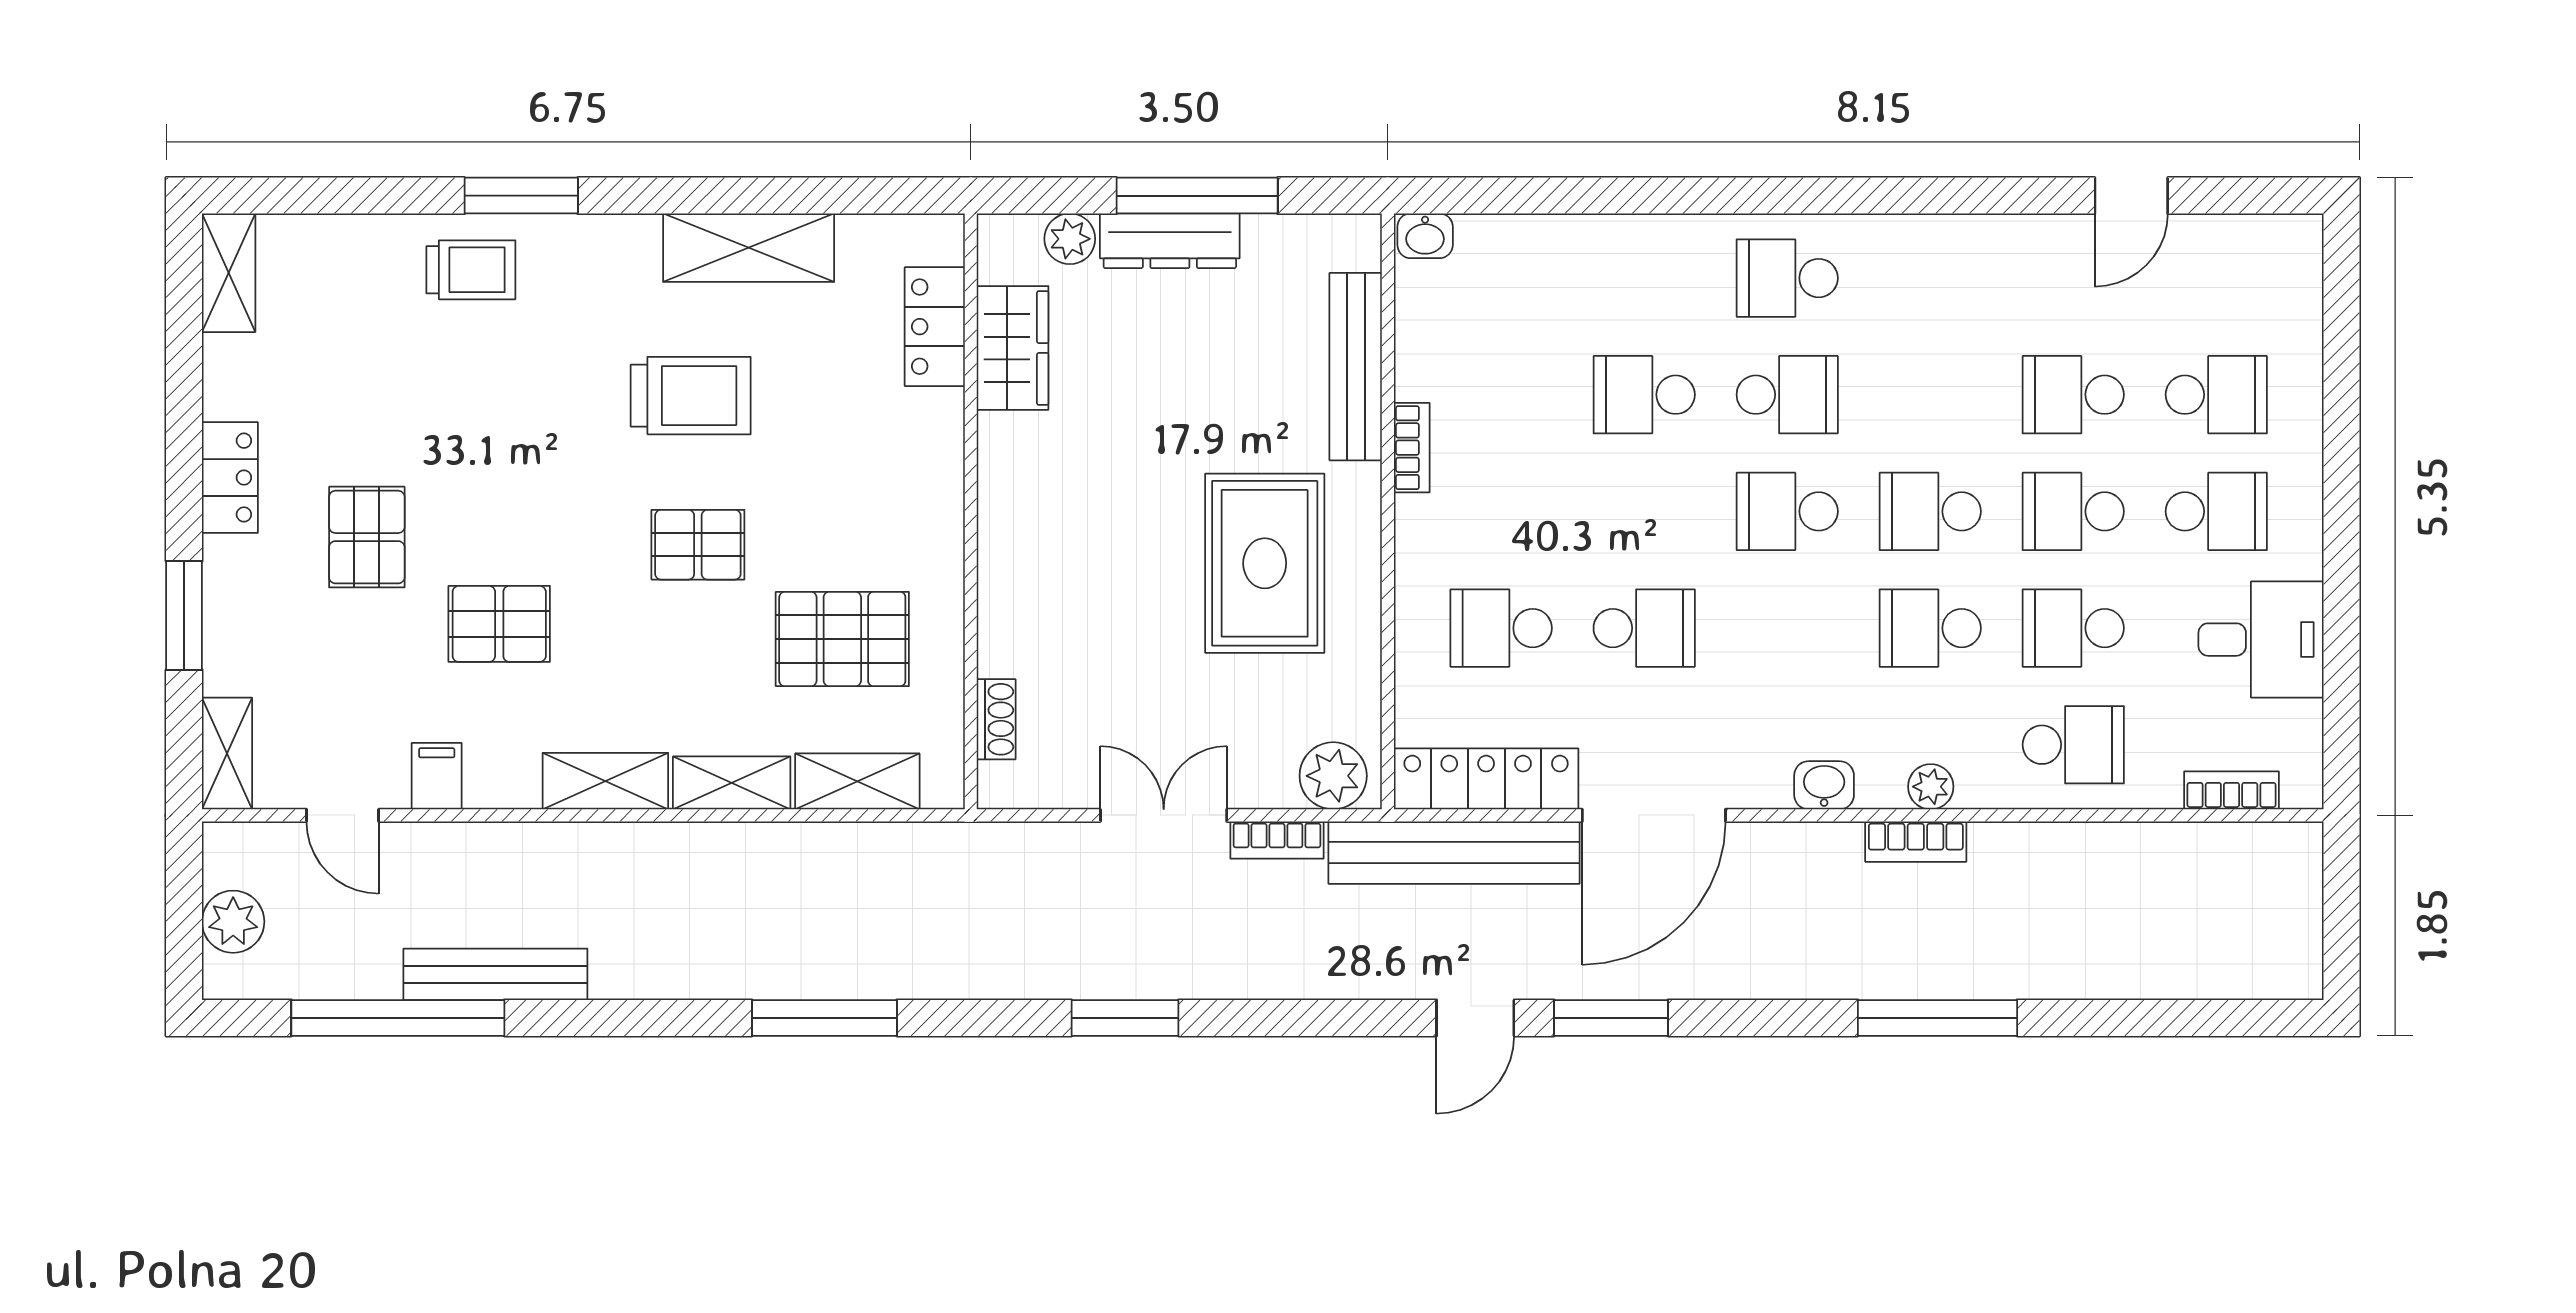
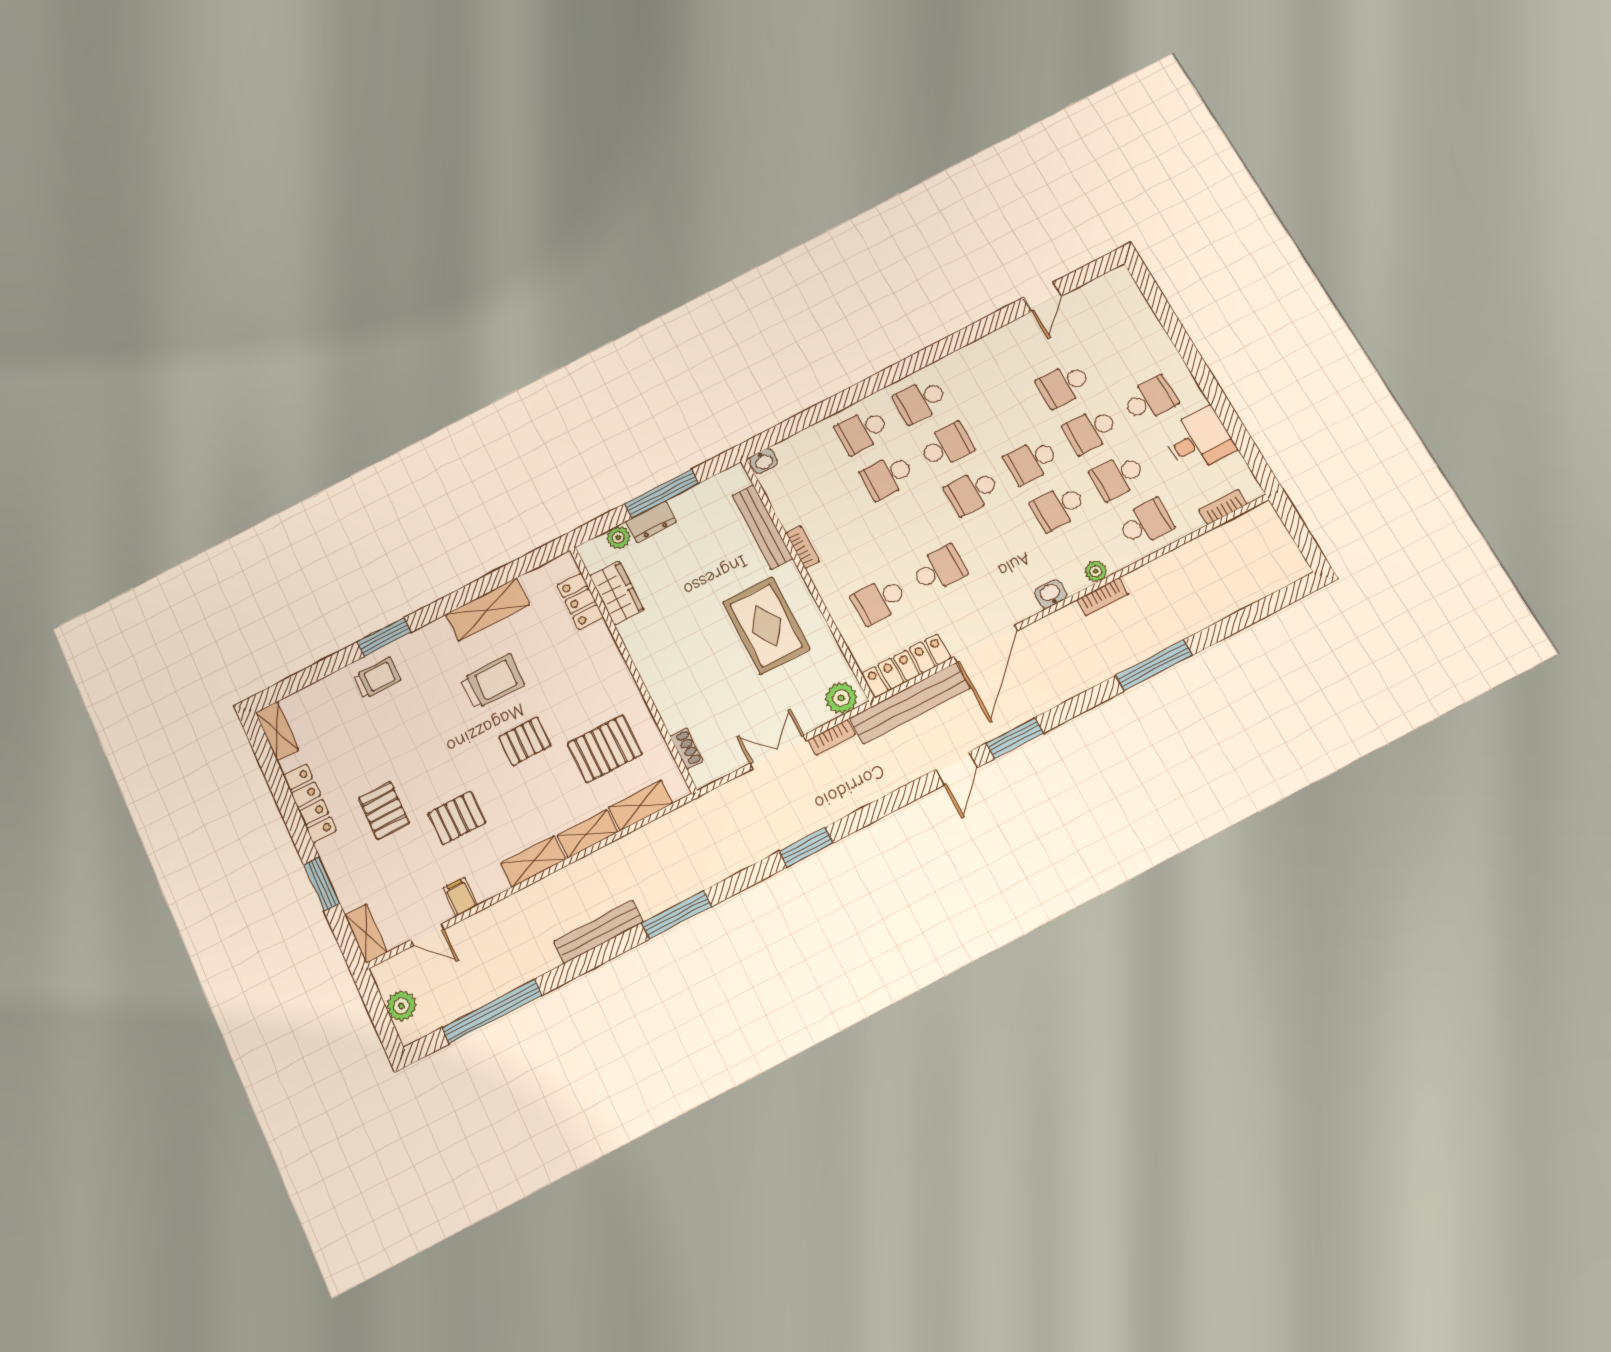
dresser: (1170, 241) -> (651, 522), width x0.70
school desk: (2216, 395) -> (862, 431), moved, turned 180
locker: (230, 478) -> (310, 803), width x1.53
bench: (495, 974) -> (598, 932), moved

